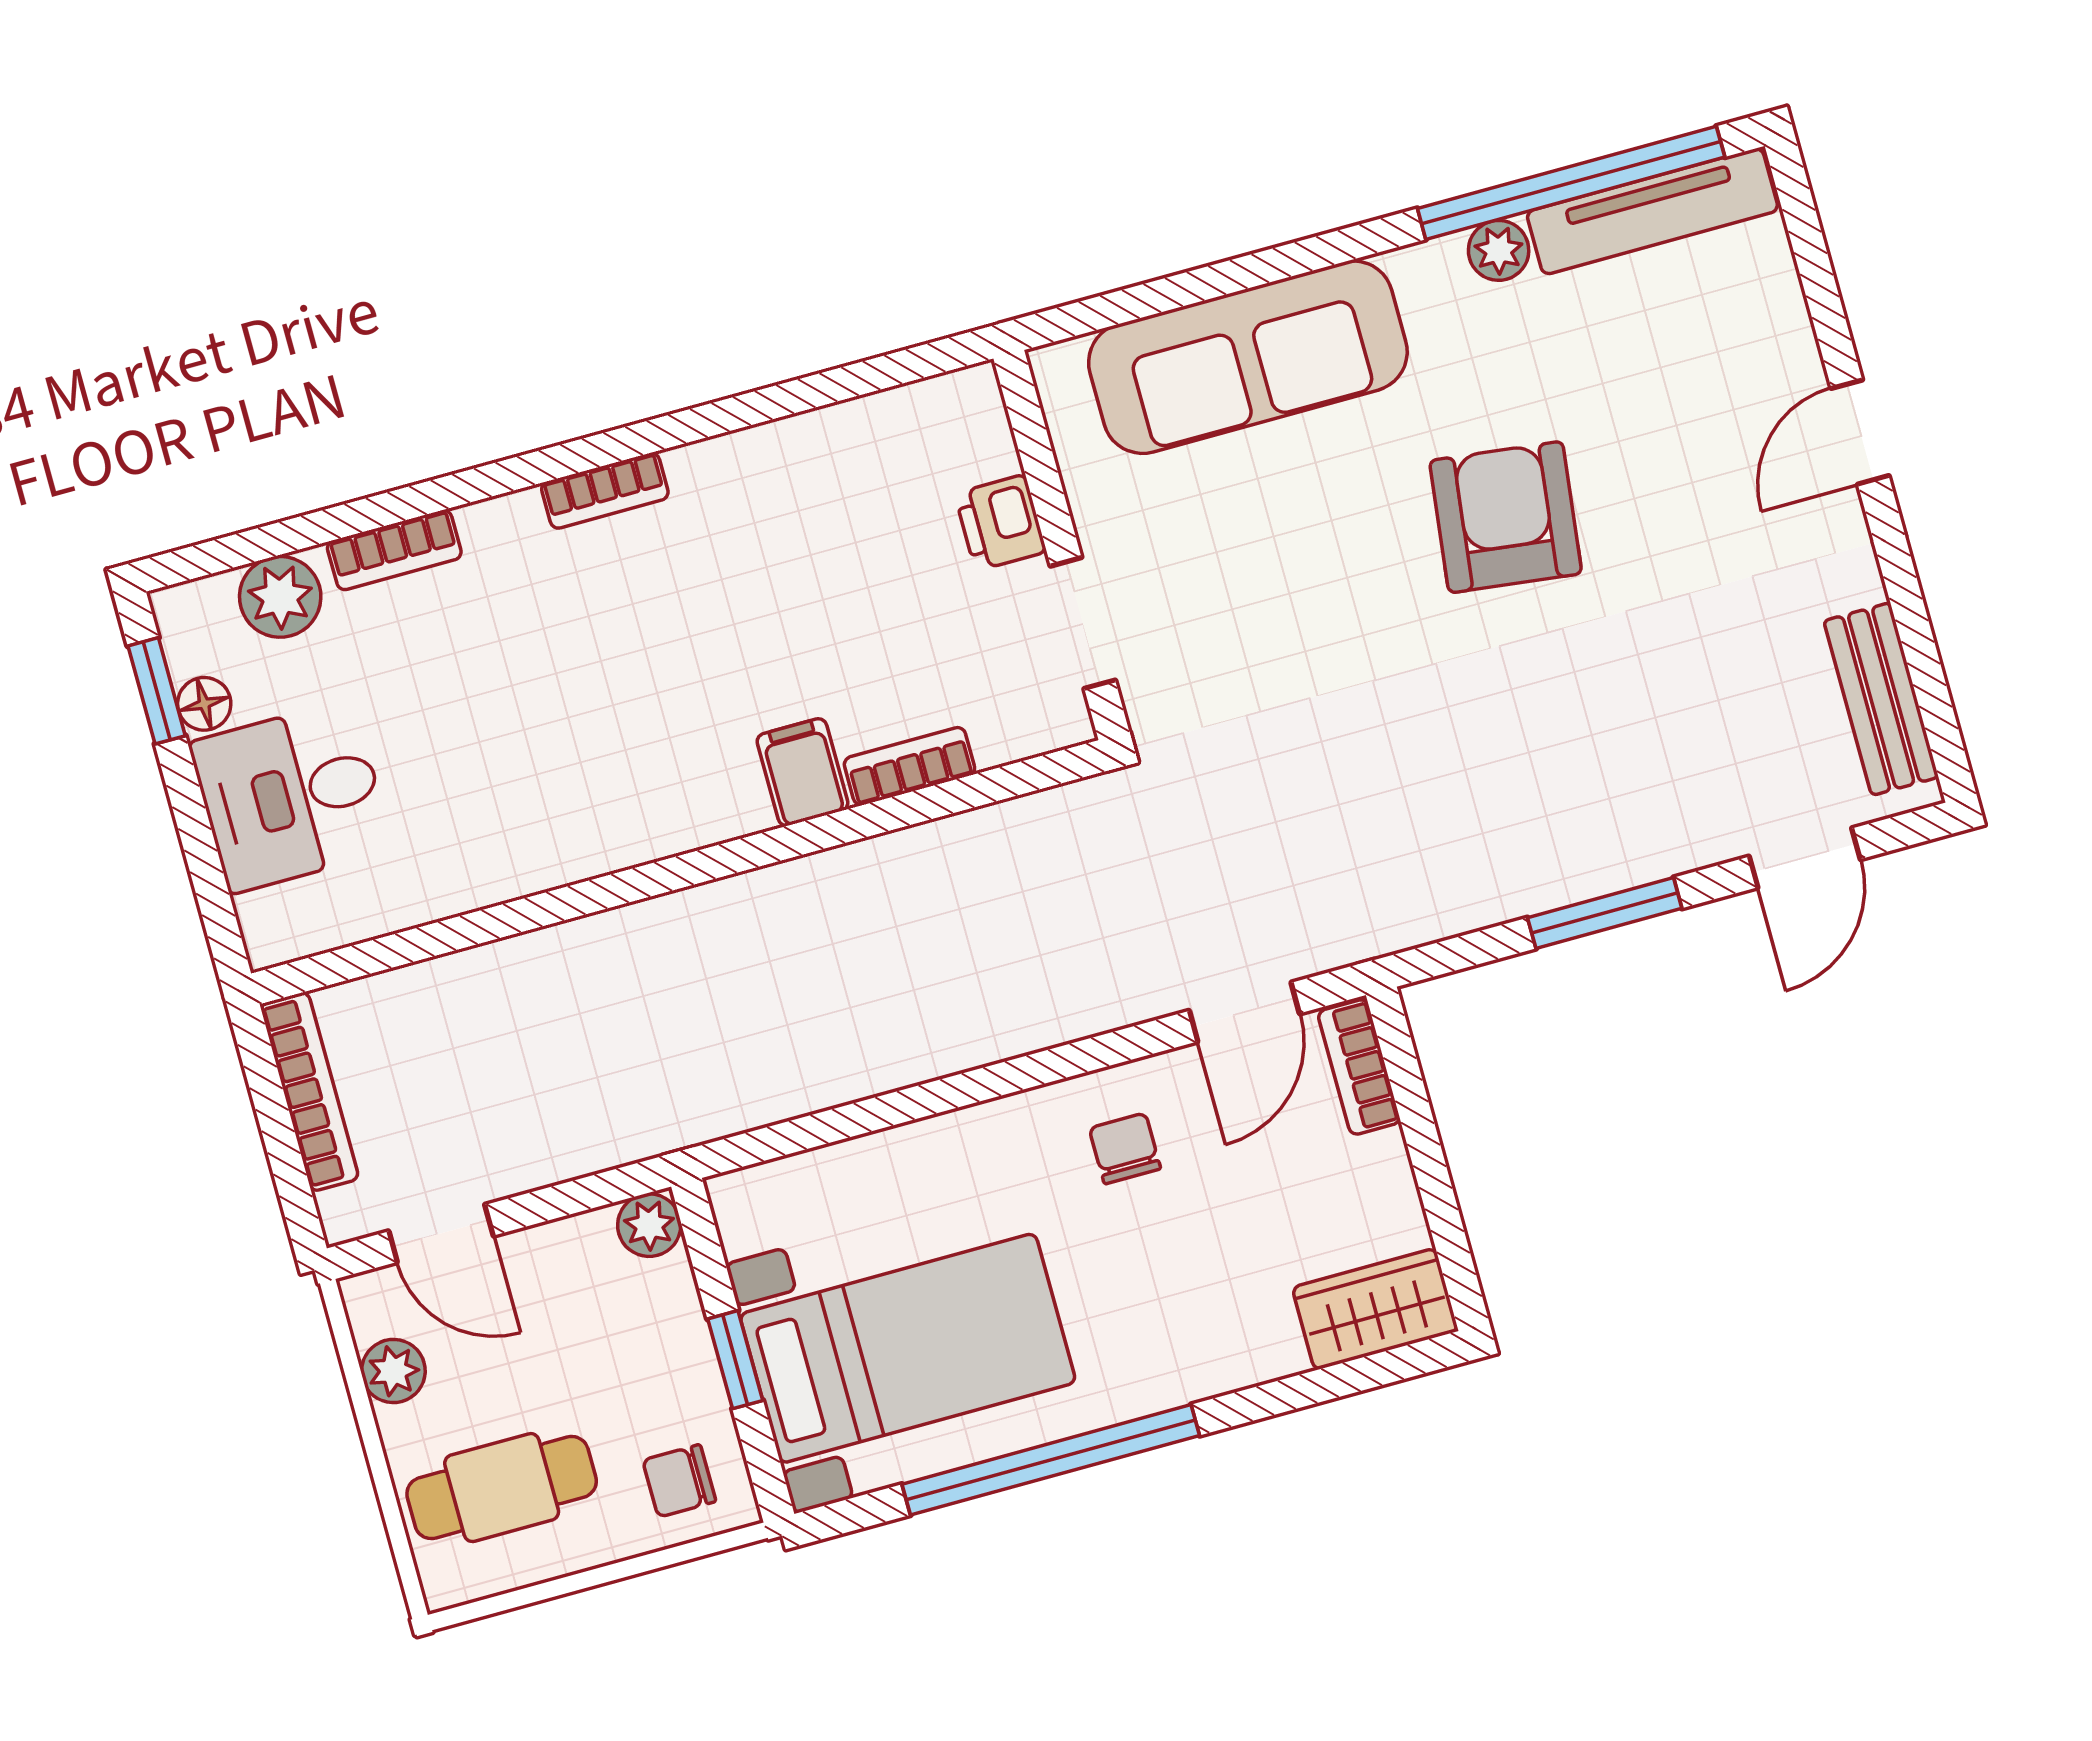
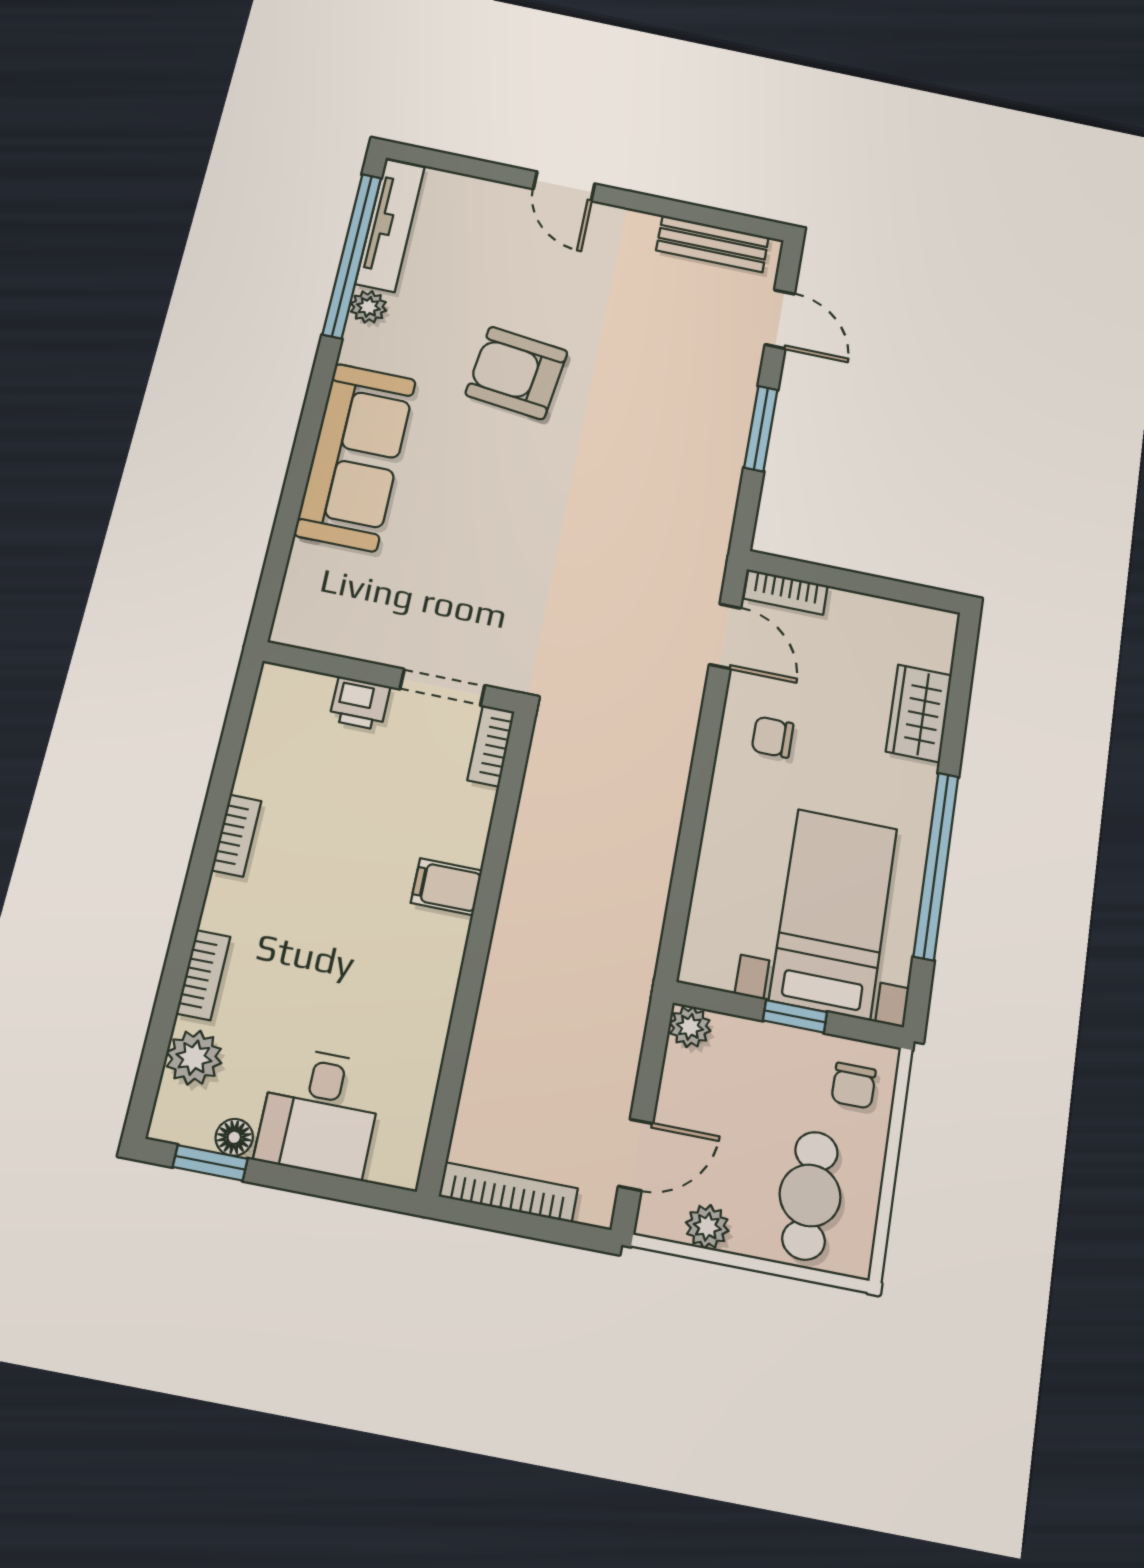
printer: (1000, 523) -> (360, 703), moved
wall: (1061, 545) -> (391, 677), moved
doorway: (1083, 623) -> (442, 687), moved
filing cabinet: (802, 772) -> (447, 887), moved
wardrobe: (1375, 1309) -> (919, 713), moved

